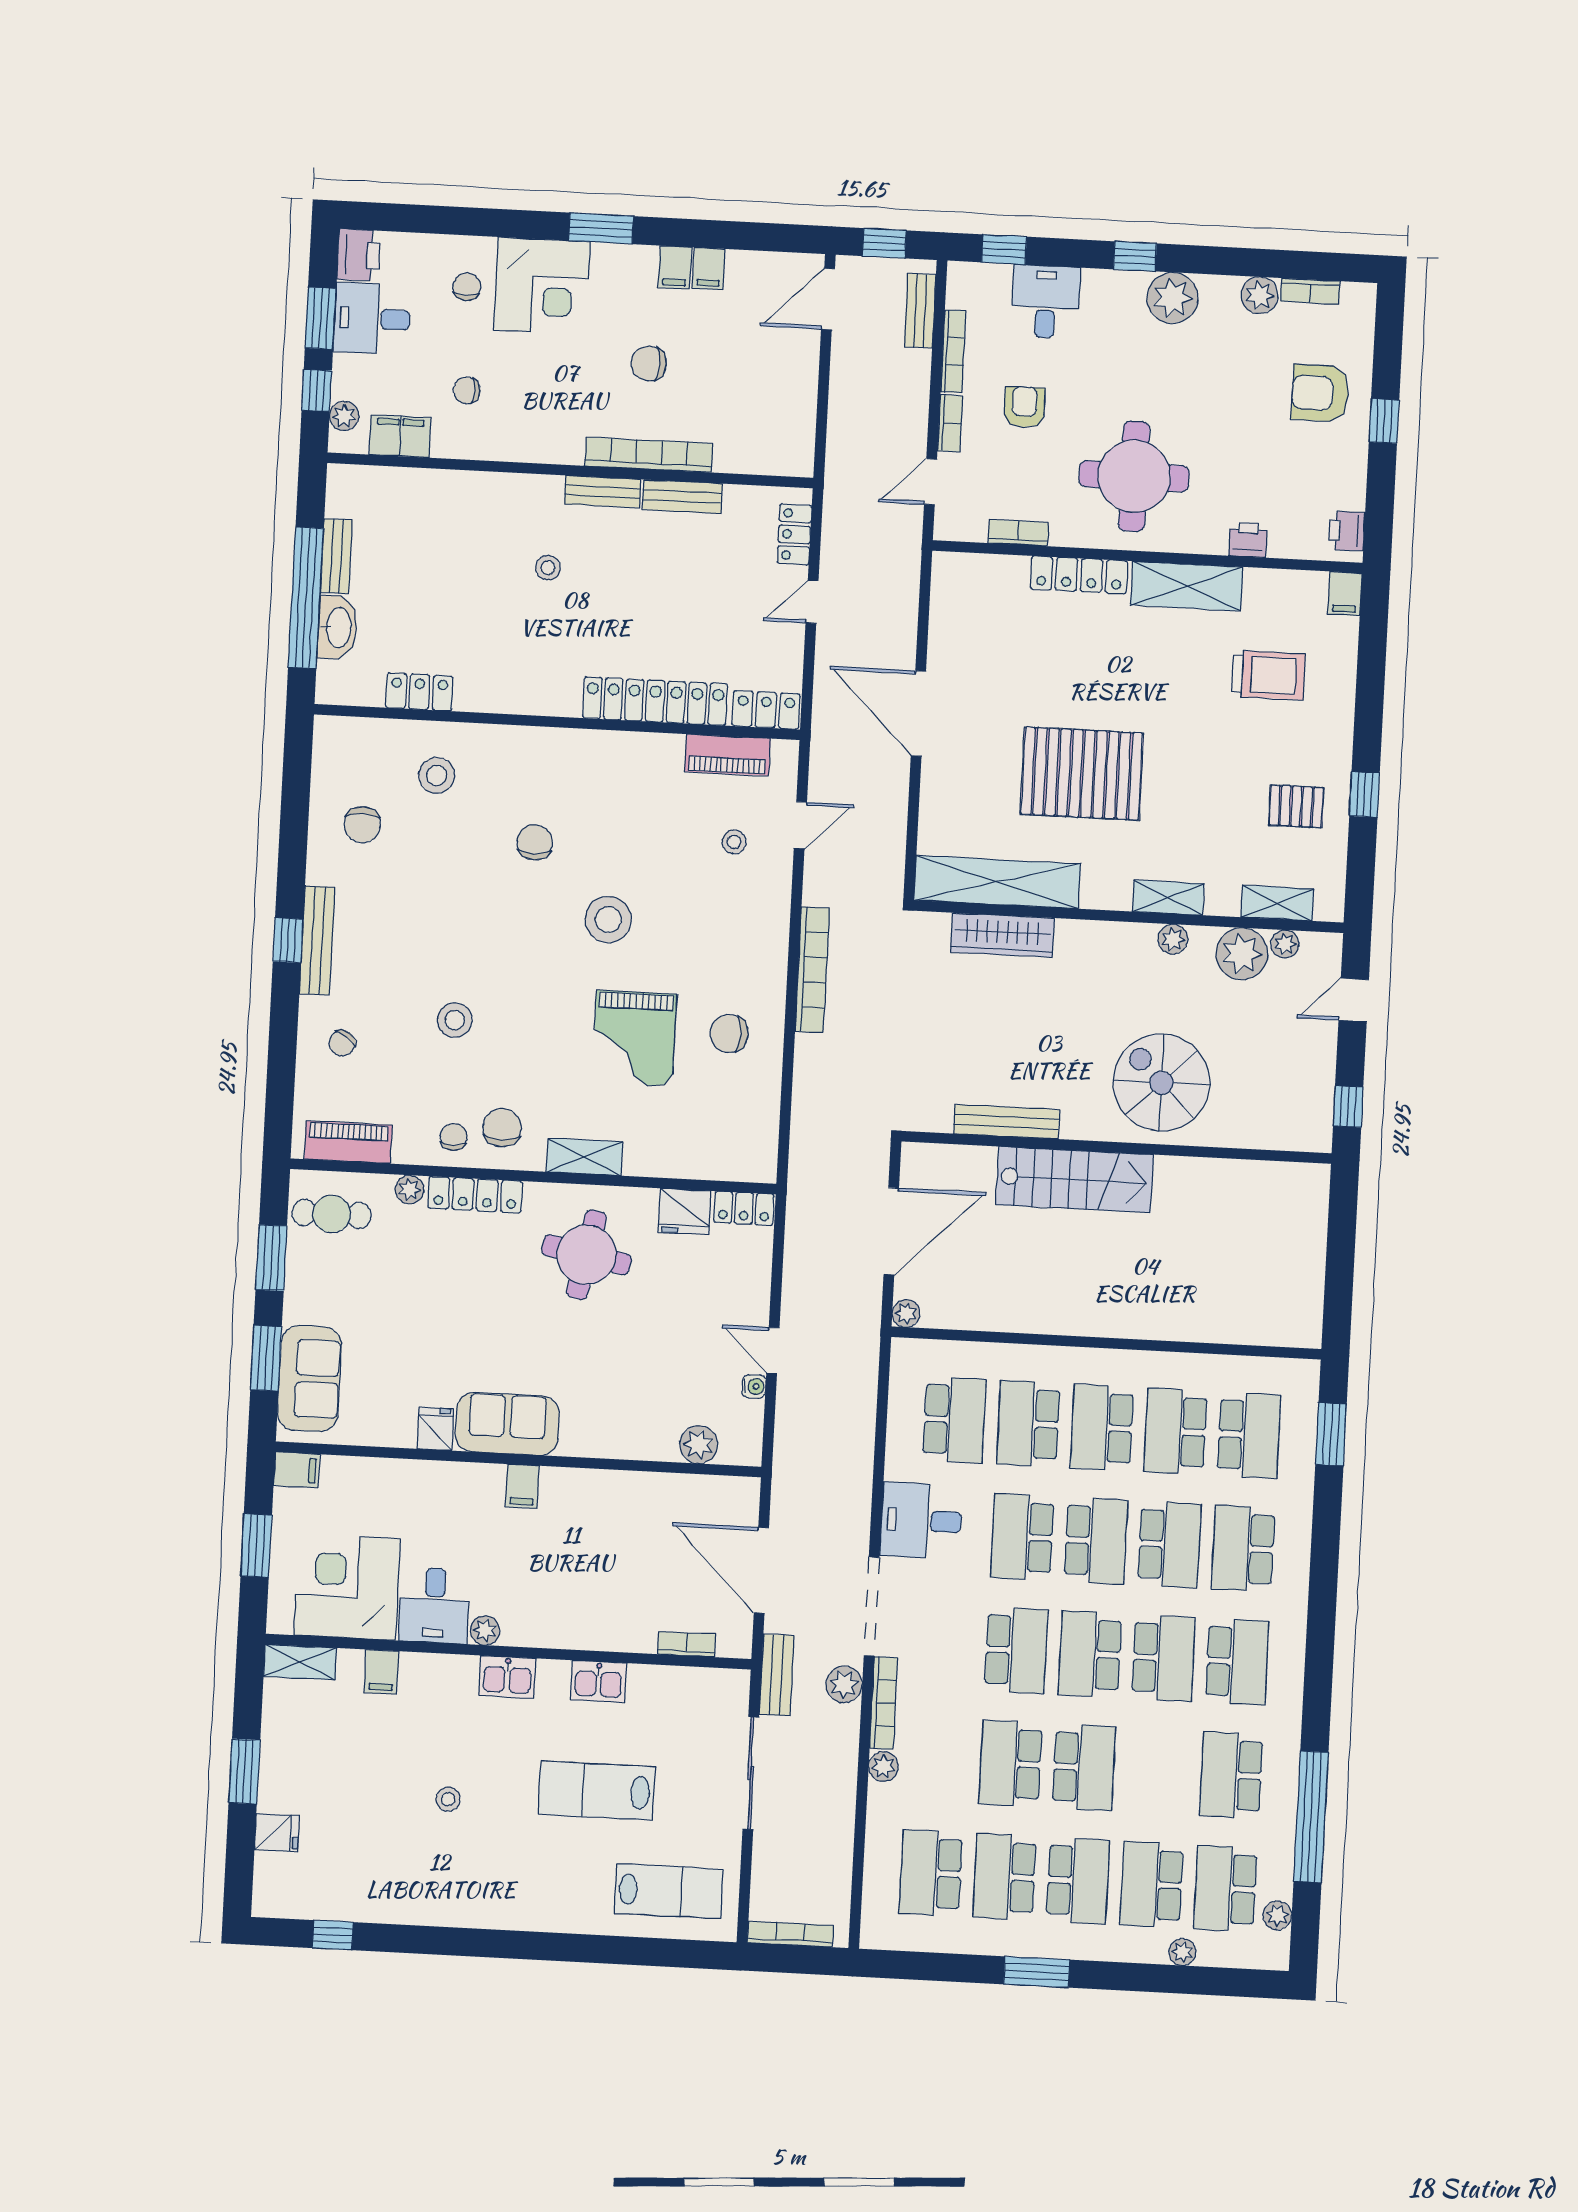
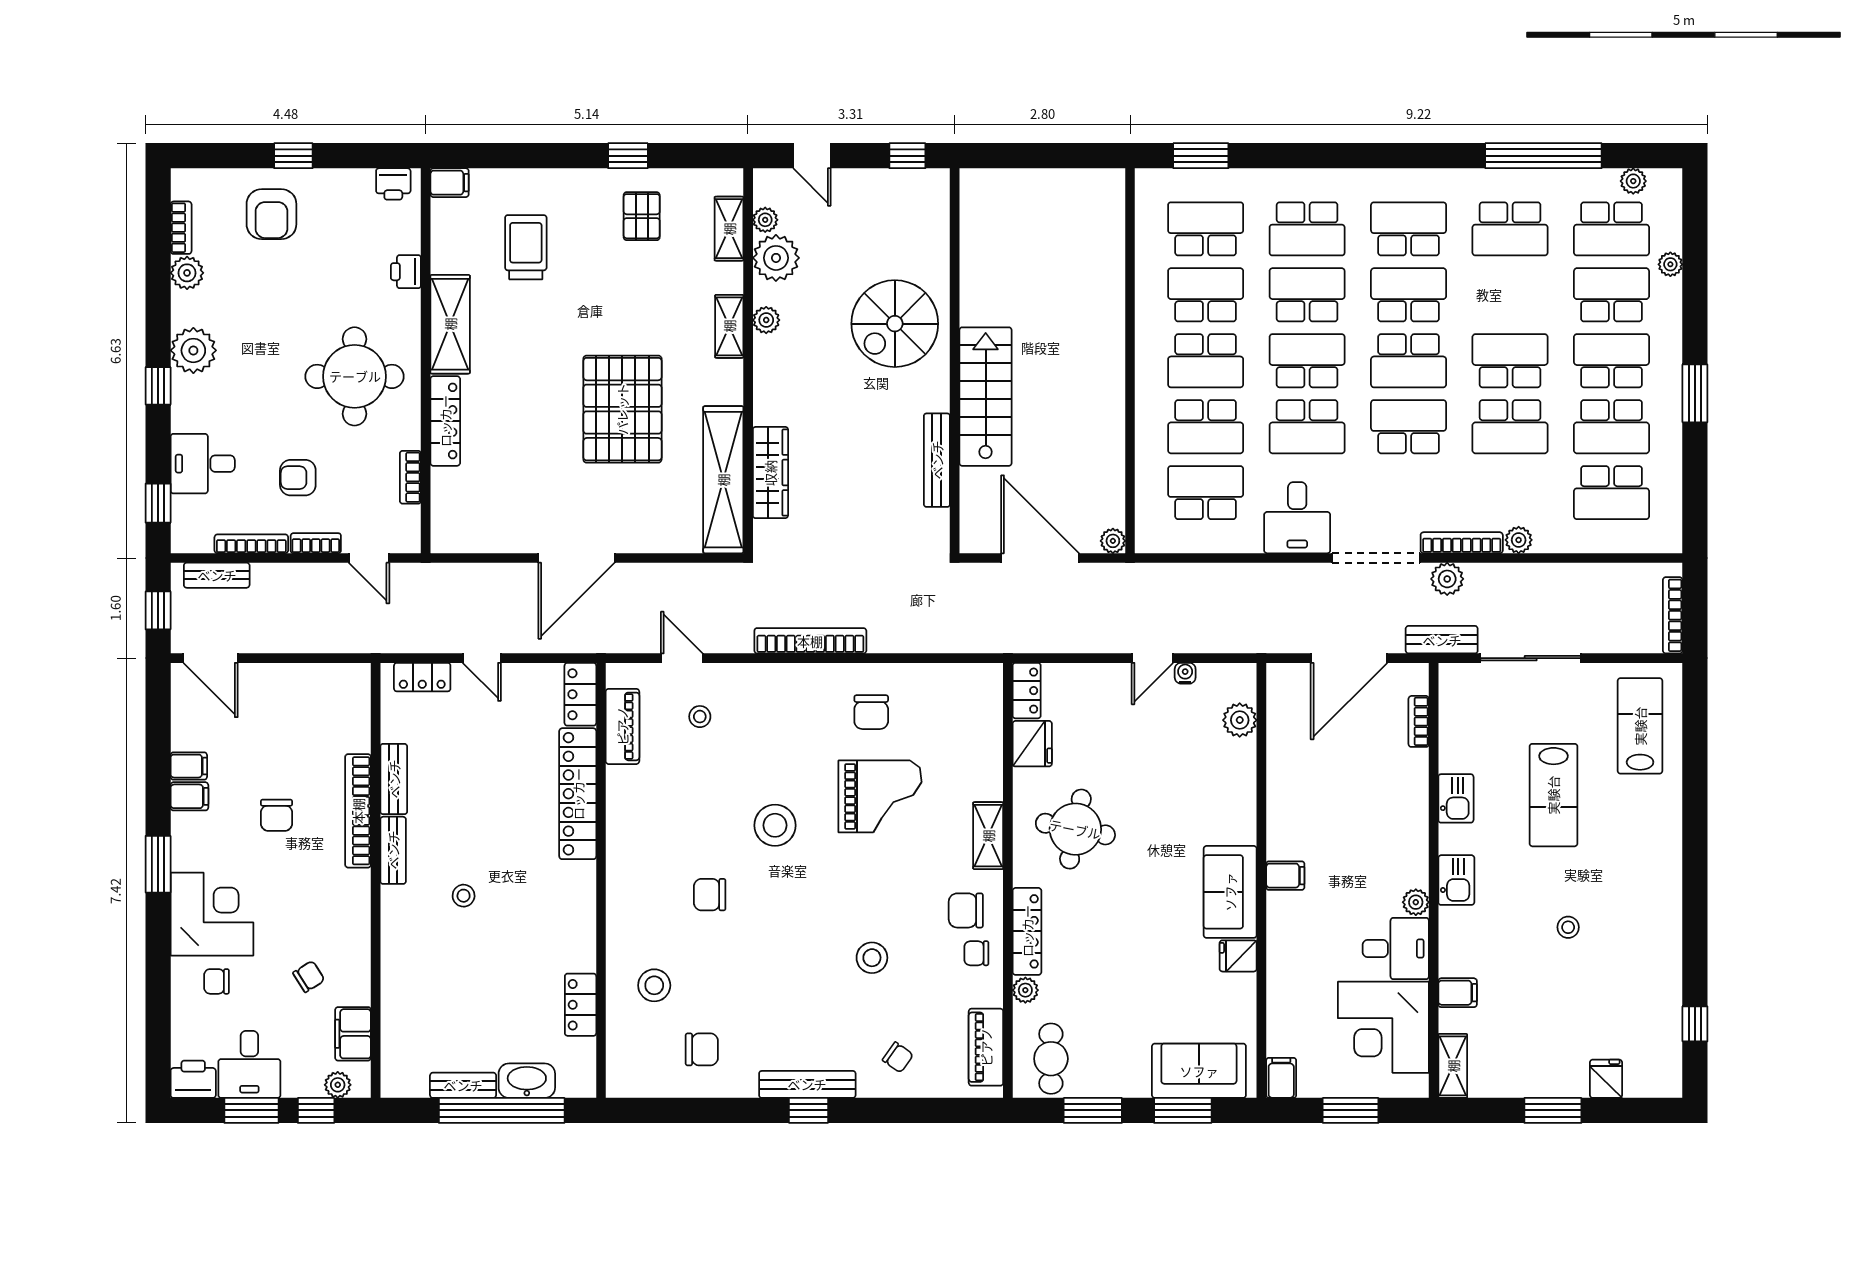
chair: (467, 390) -> (309, 976), turned -122
school desk: (1175, 1431) -> (1206, 295), turned 180
school desk: (1152, 1885) -> (1611, 295), turned 180

